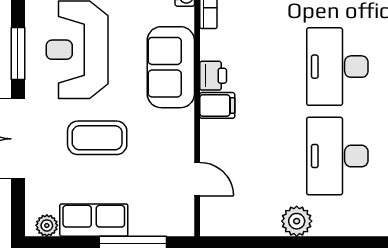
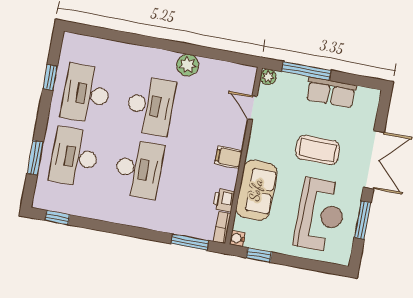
printer: (213, 76) -> (224, 200), moved
plant: (47, 225) -> (268, 77), moved

